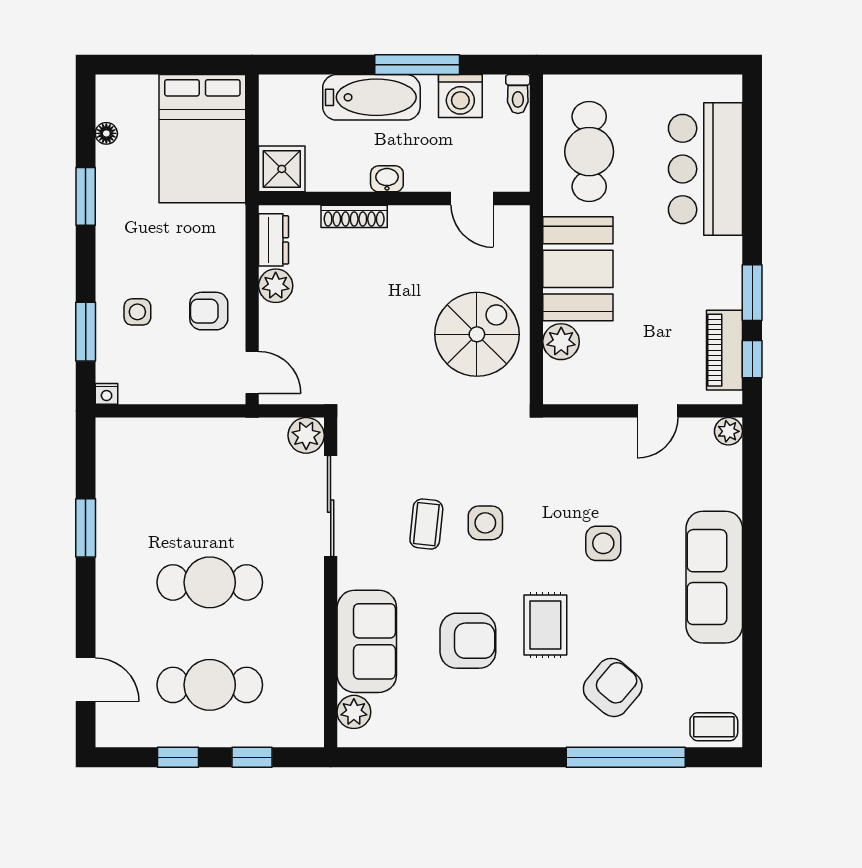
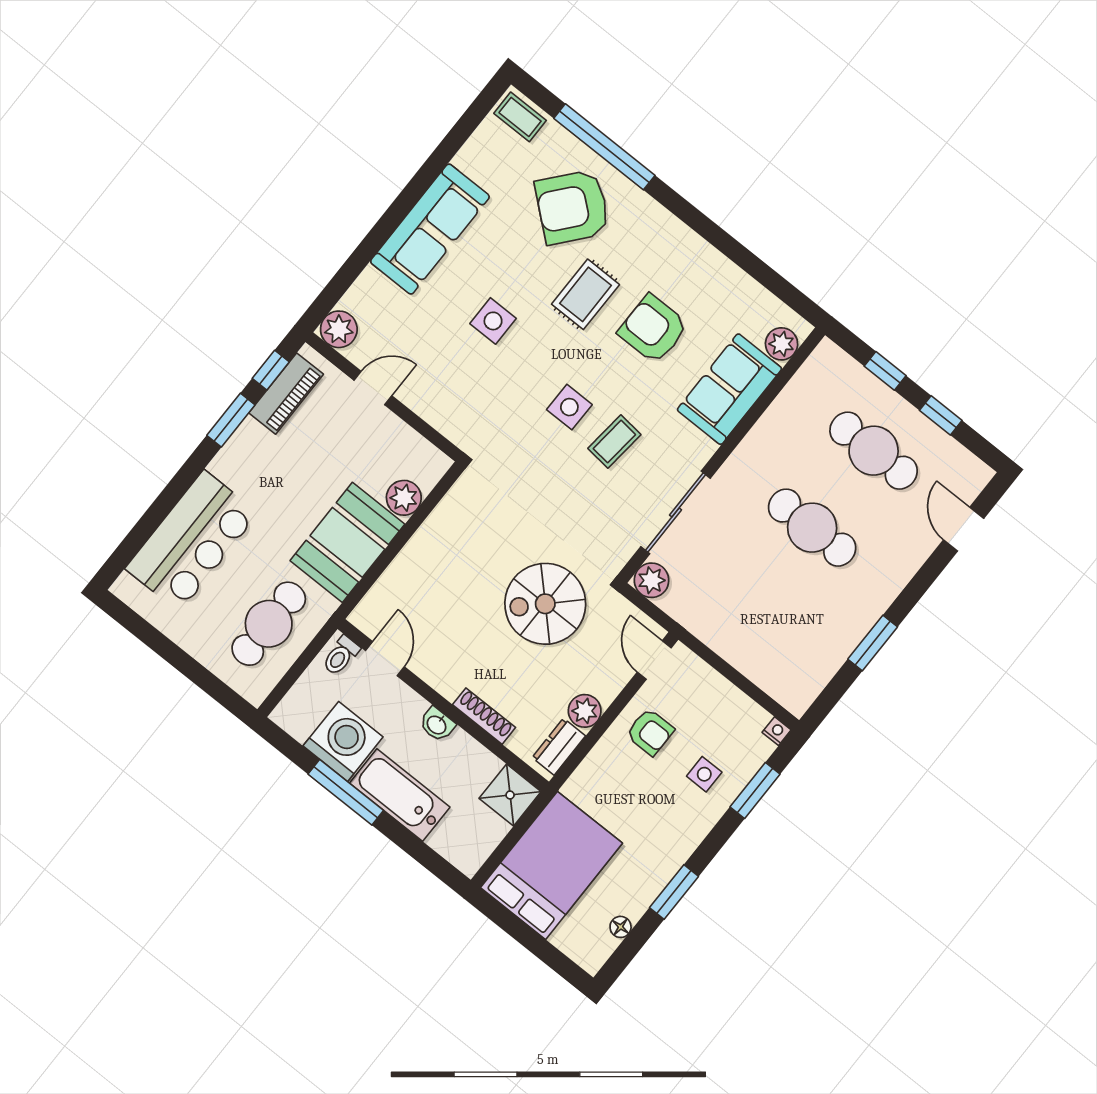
toilet: (518, 94) -> (341, 656), moved, turned 180
washing machine: (460, 96) -> (343, 741), width x1.37, depth x1.37
spiral stairs: (477, 334) -> (545, 604), moved
plant: (728, 431) -> (339, 329), width x1.38, depth x1.38
armchair: (613, 687) -> (572, 207), width x1.36, depth x1.36

